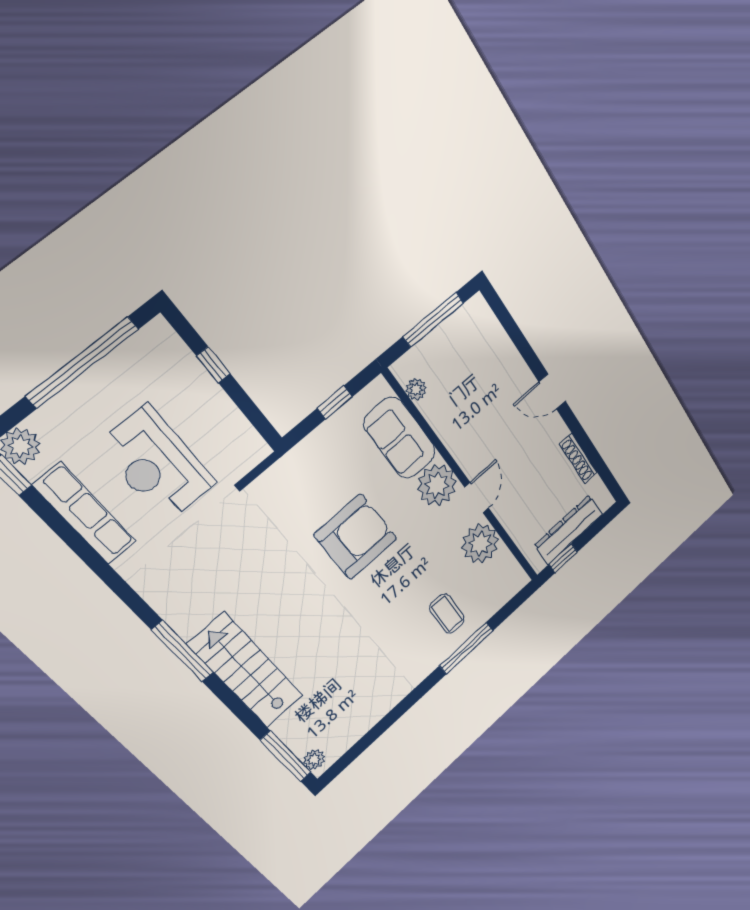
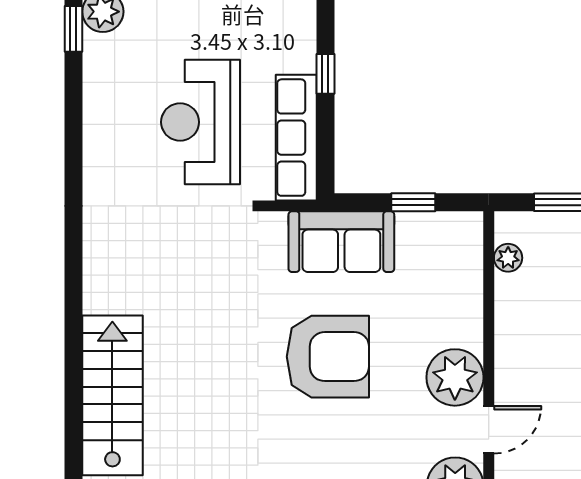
sofa: (400, 438) -> (341, 242), moved, turned -90
row of seats: (85, 514) -> (296, 138), moved, turned 180
window: (183, 651) -> (73, 319), removed

